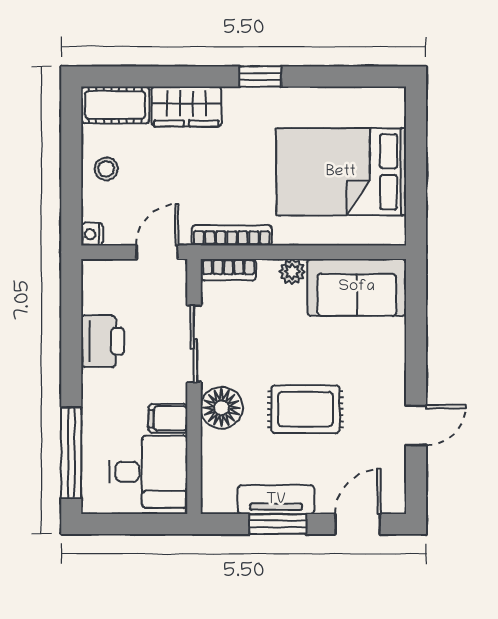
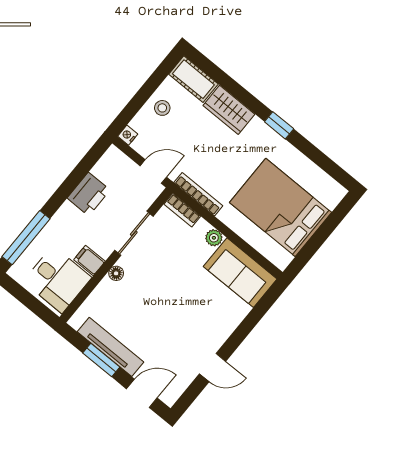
floor lamp: (221, 408) -> (116, 273), width x0.53, depth x0.53
rug: (305, 409) -> (163, 313), removed
tv unit: (276, 500) -> (110, 347), width x1.41

